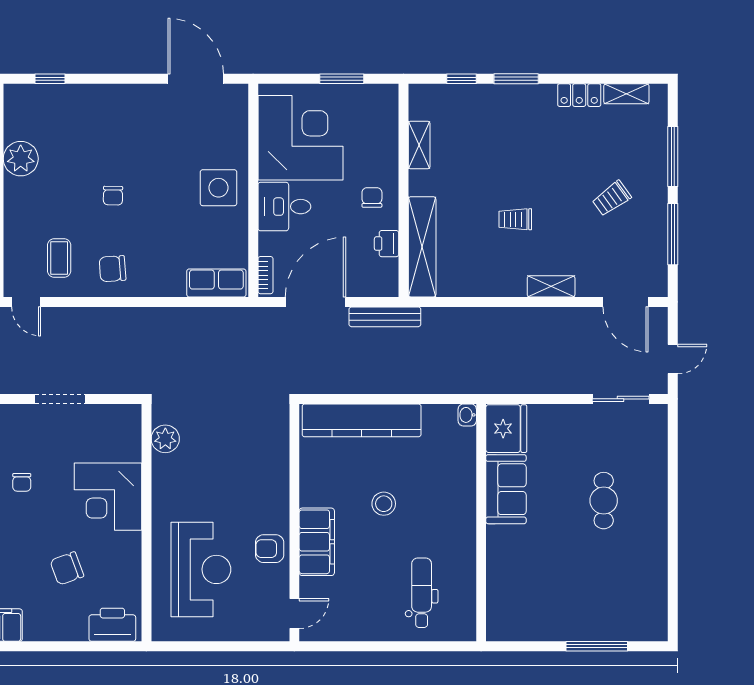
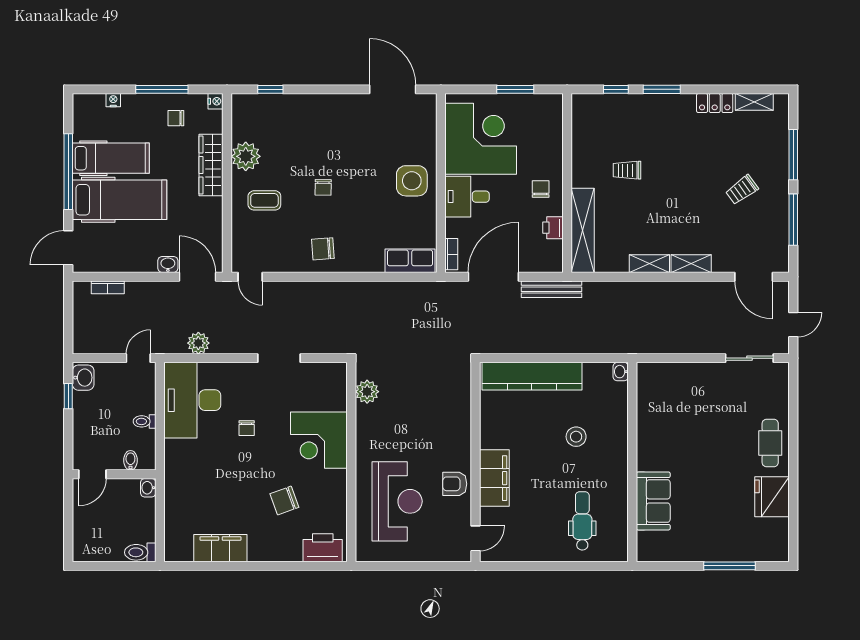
shelving: (419, 145) -> (649, 264), moved, turned 90
trolley: (515, 219) -> (627, 170), moved
coffee table: (59, 258) -> (264, 200), moved, turned 90
fridge: (506, 429) -> (772, 497), moved, turned 180
sofa: (506, 489) -> (653, 501), moved
cafe table: (604, 501) -> (770, 443), moved
stool: (384, 504) -> (576, 437), moved

